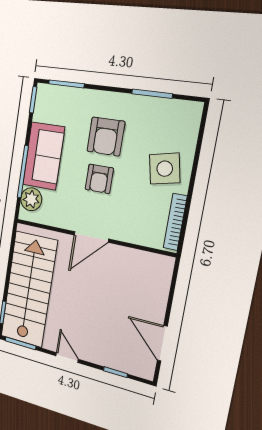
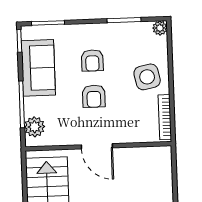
plant: (194, 111) -> (160, 28), added
armchair: (106, 137) -> (92, 60), width x0.72, depth x0.72
sofa: (44, 156) -> (38, 68), moved
door: (91, 237) -> (97, 146), hinge flipped

